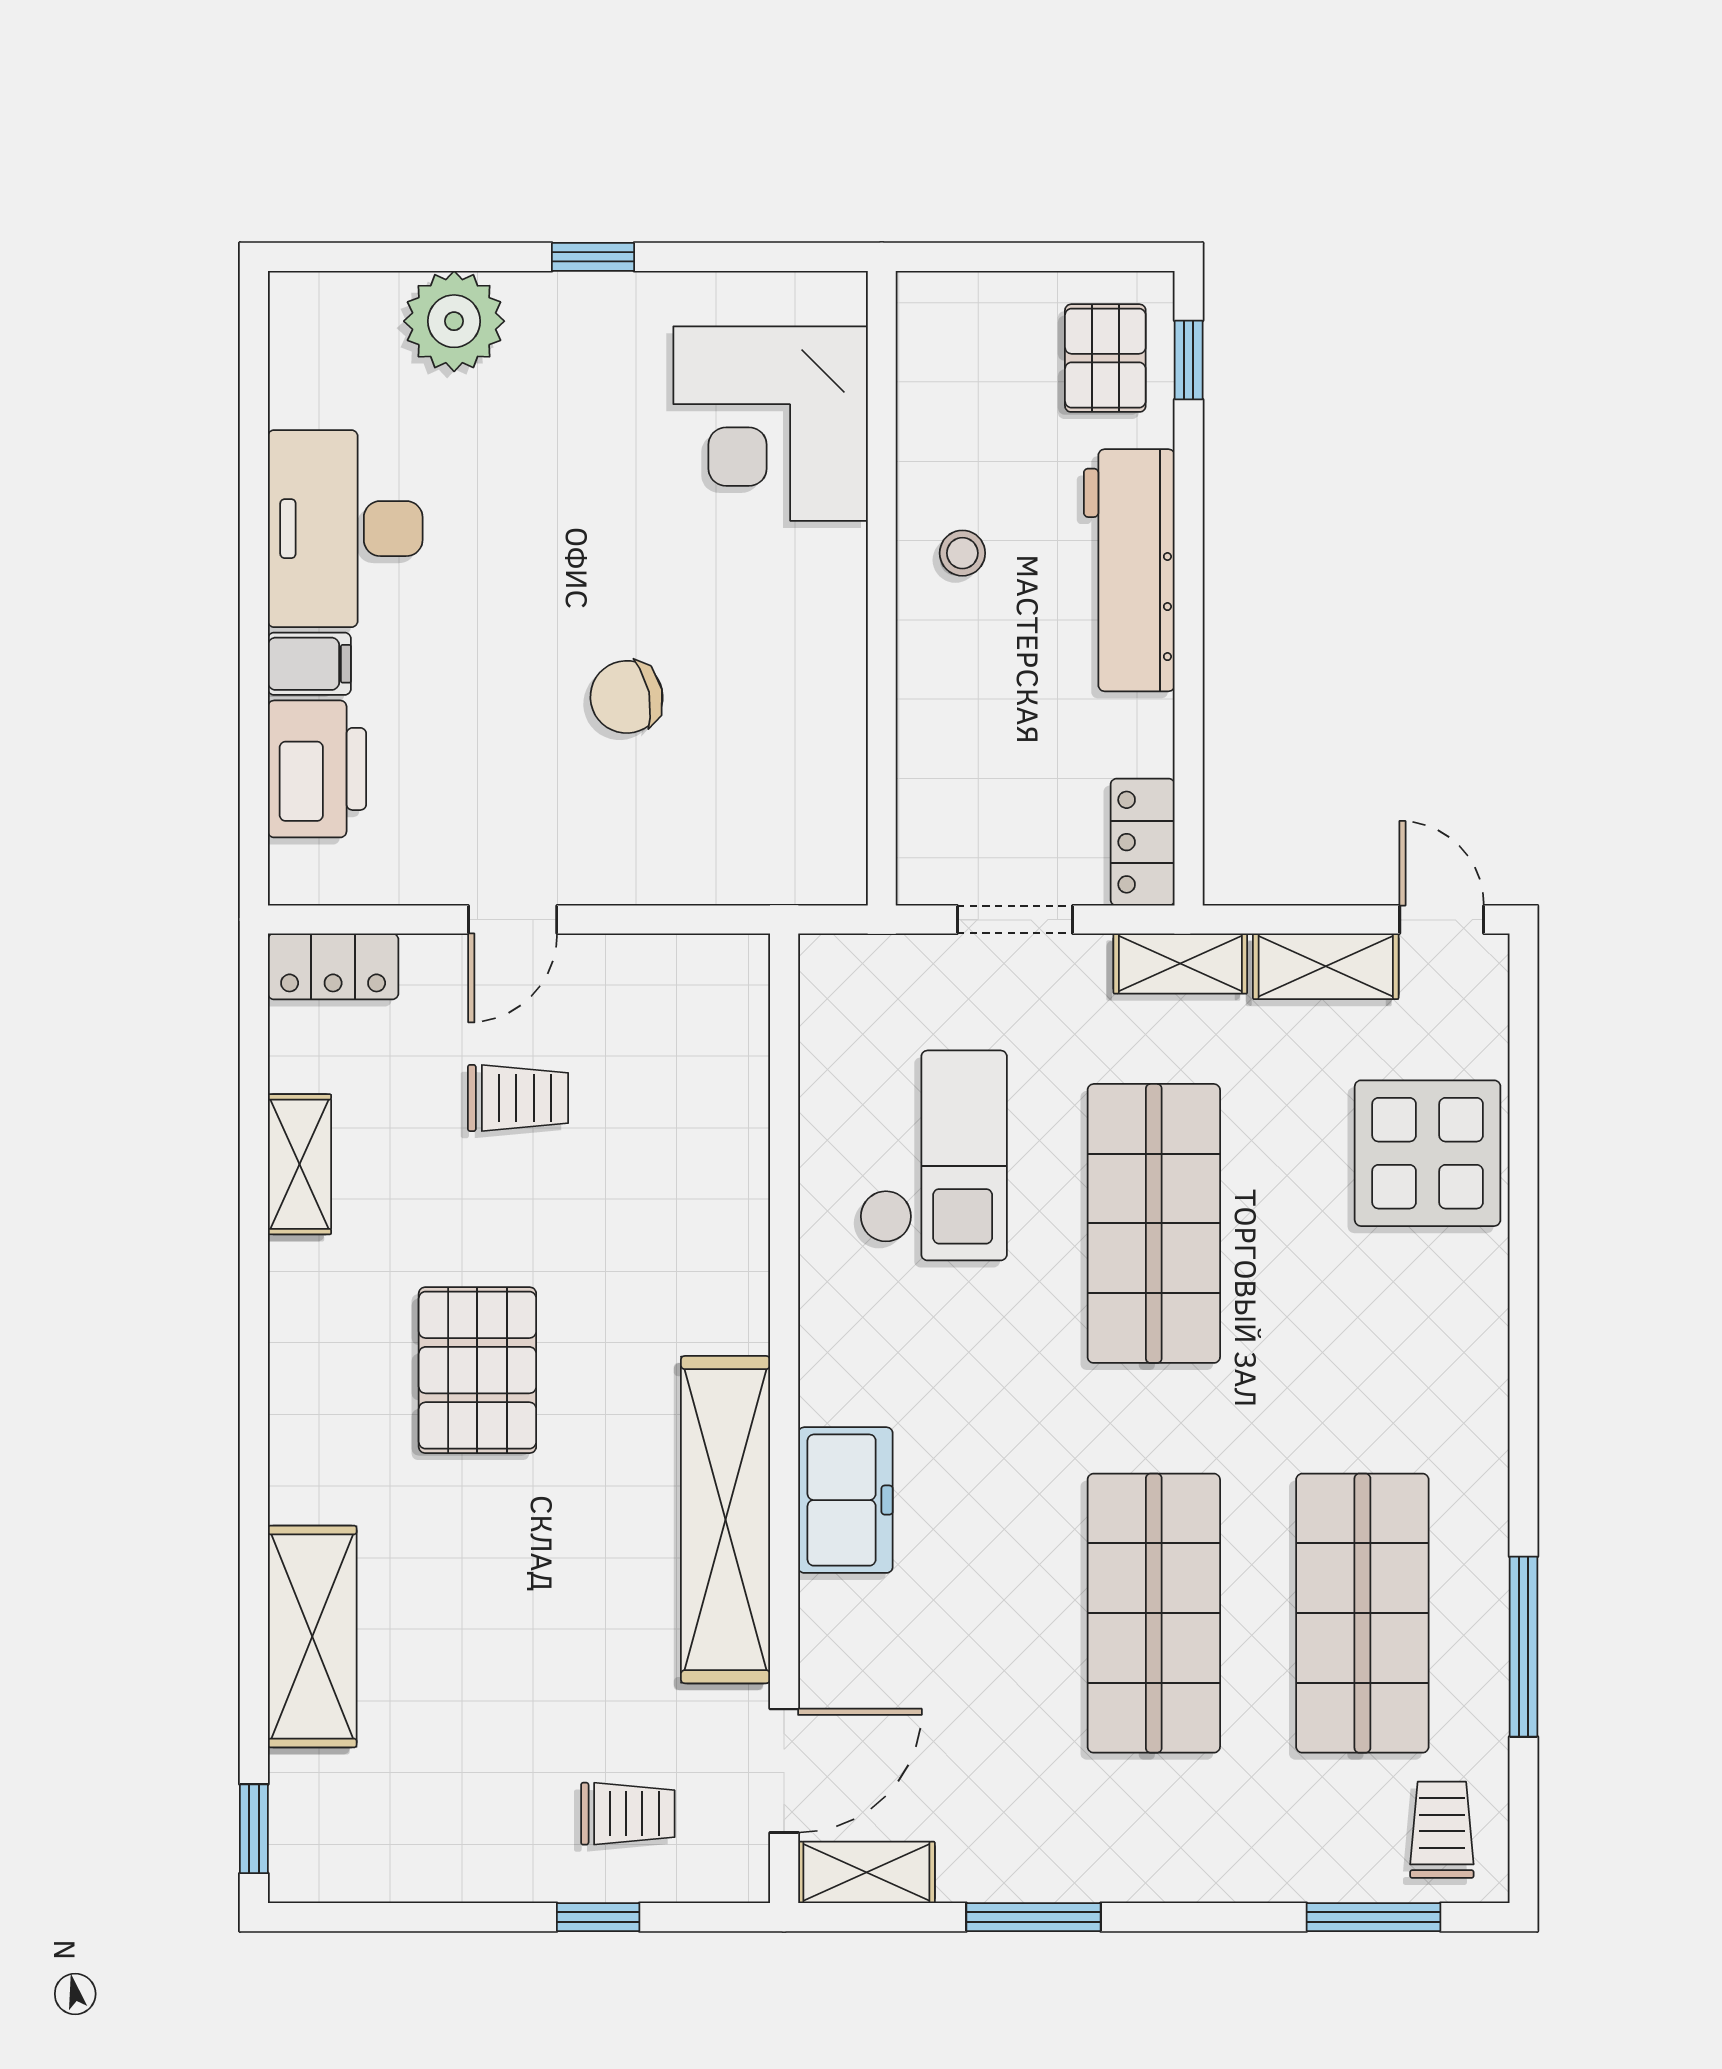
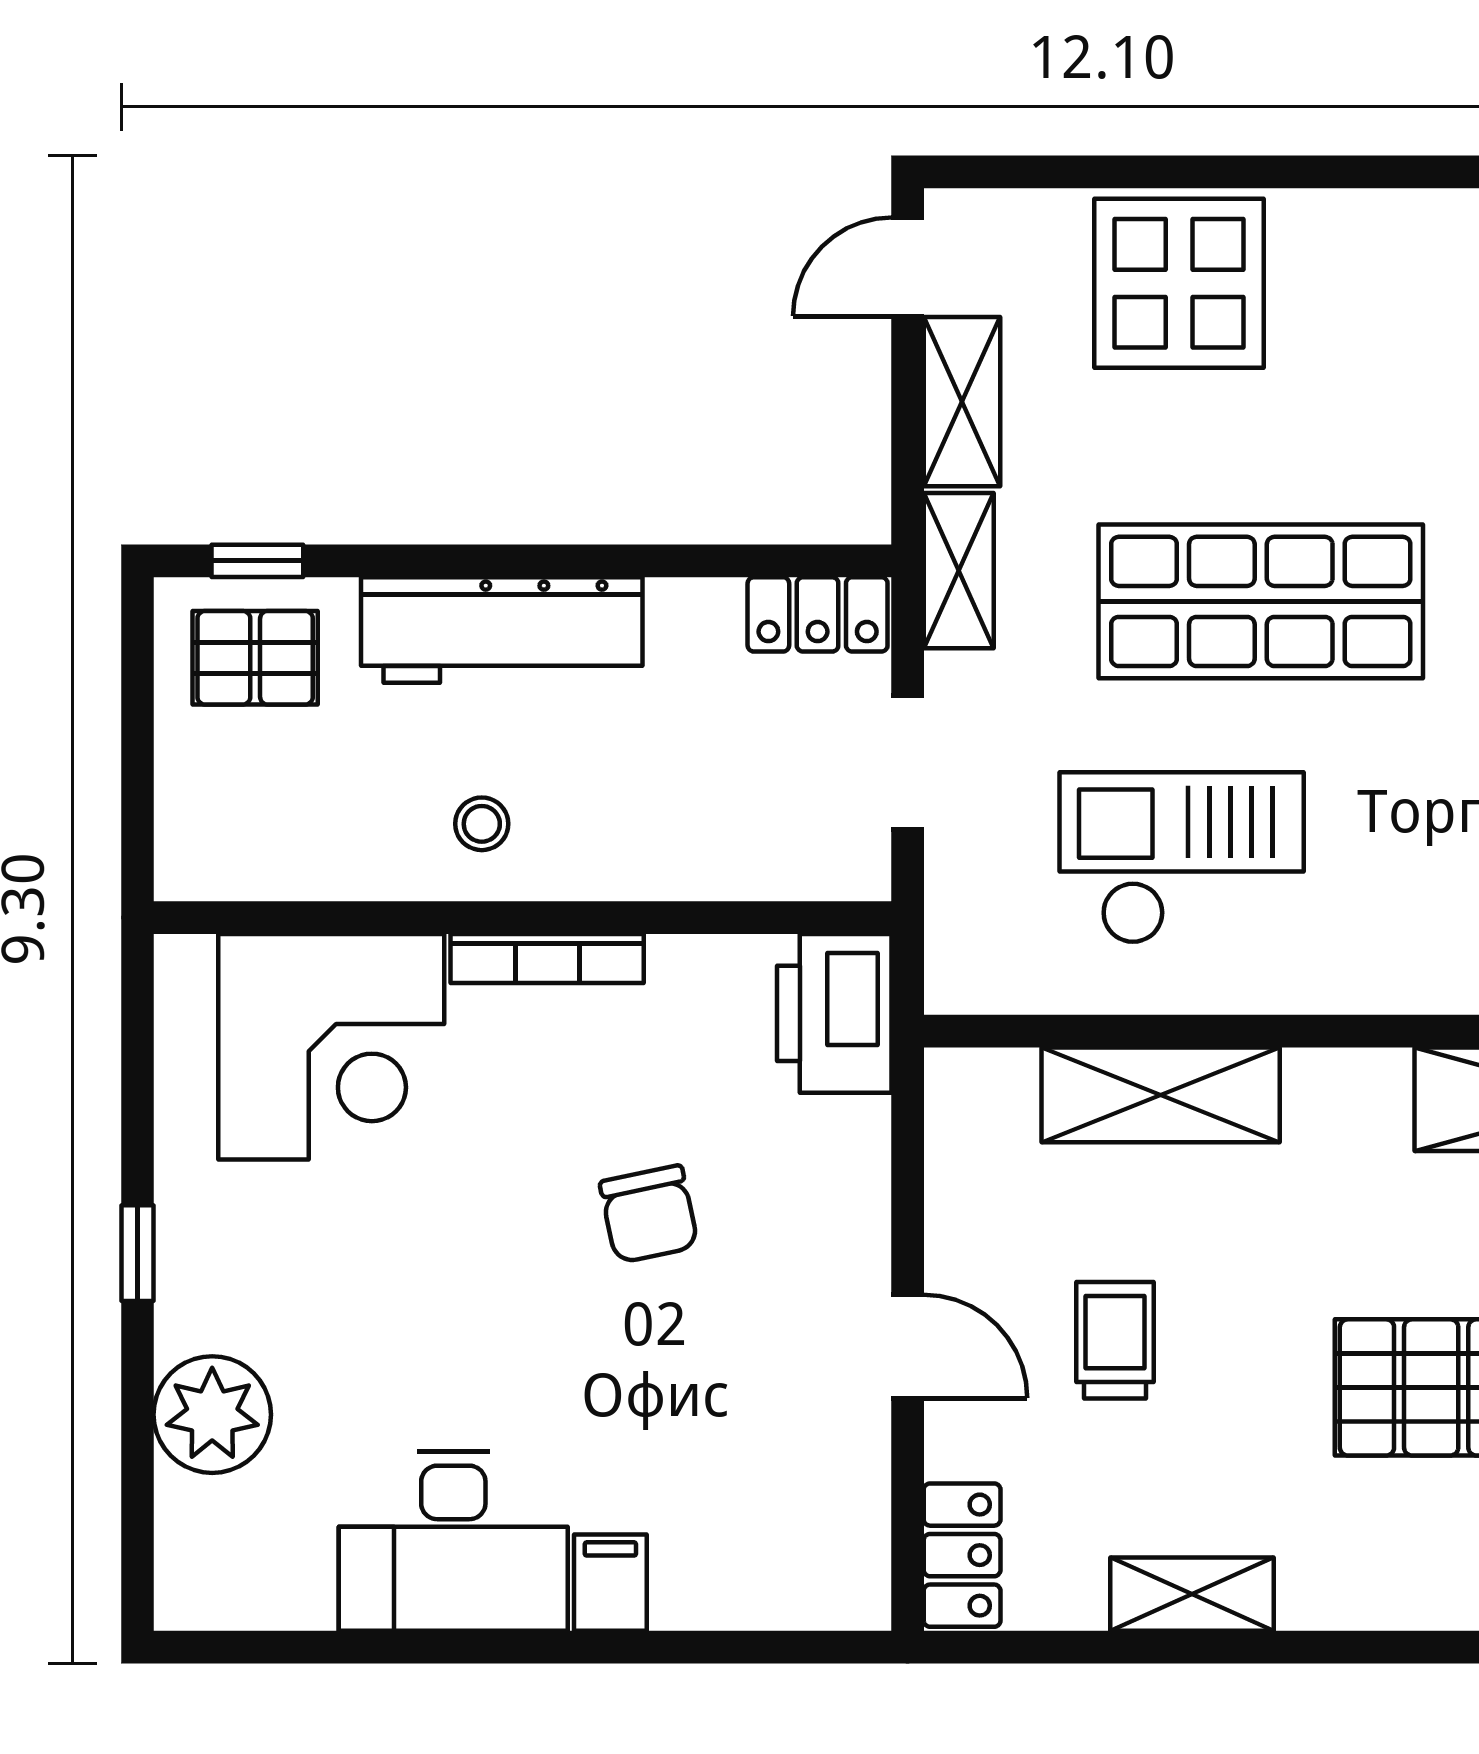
bookcase: (847, 609) -> (547, 958), added
printer: (317, 769) -> (834, 1013), moved, turned -90
shelving: (729, 1137) -> (1161, 1095), added

